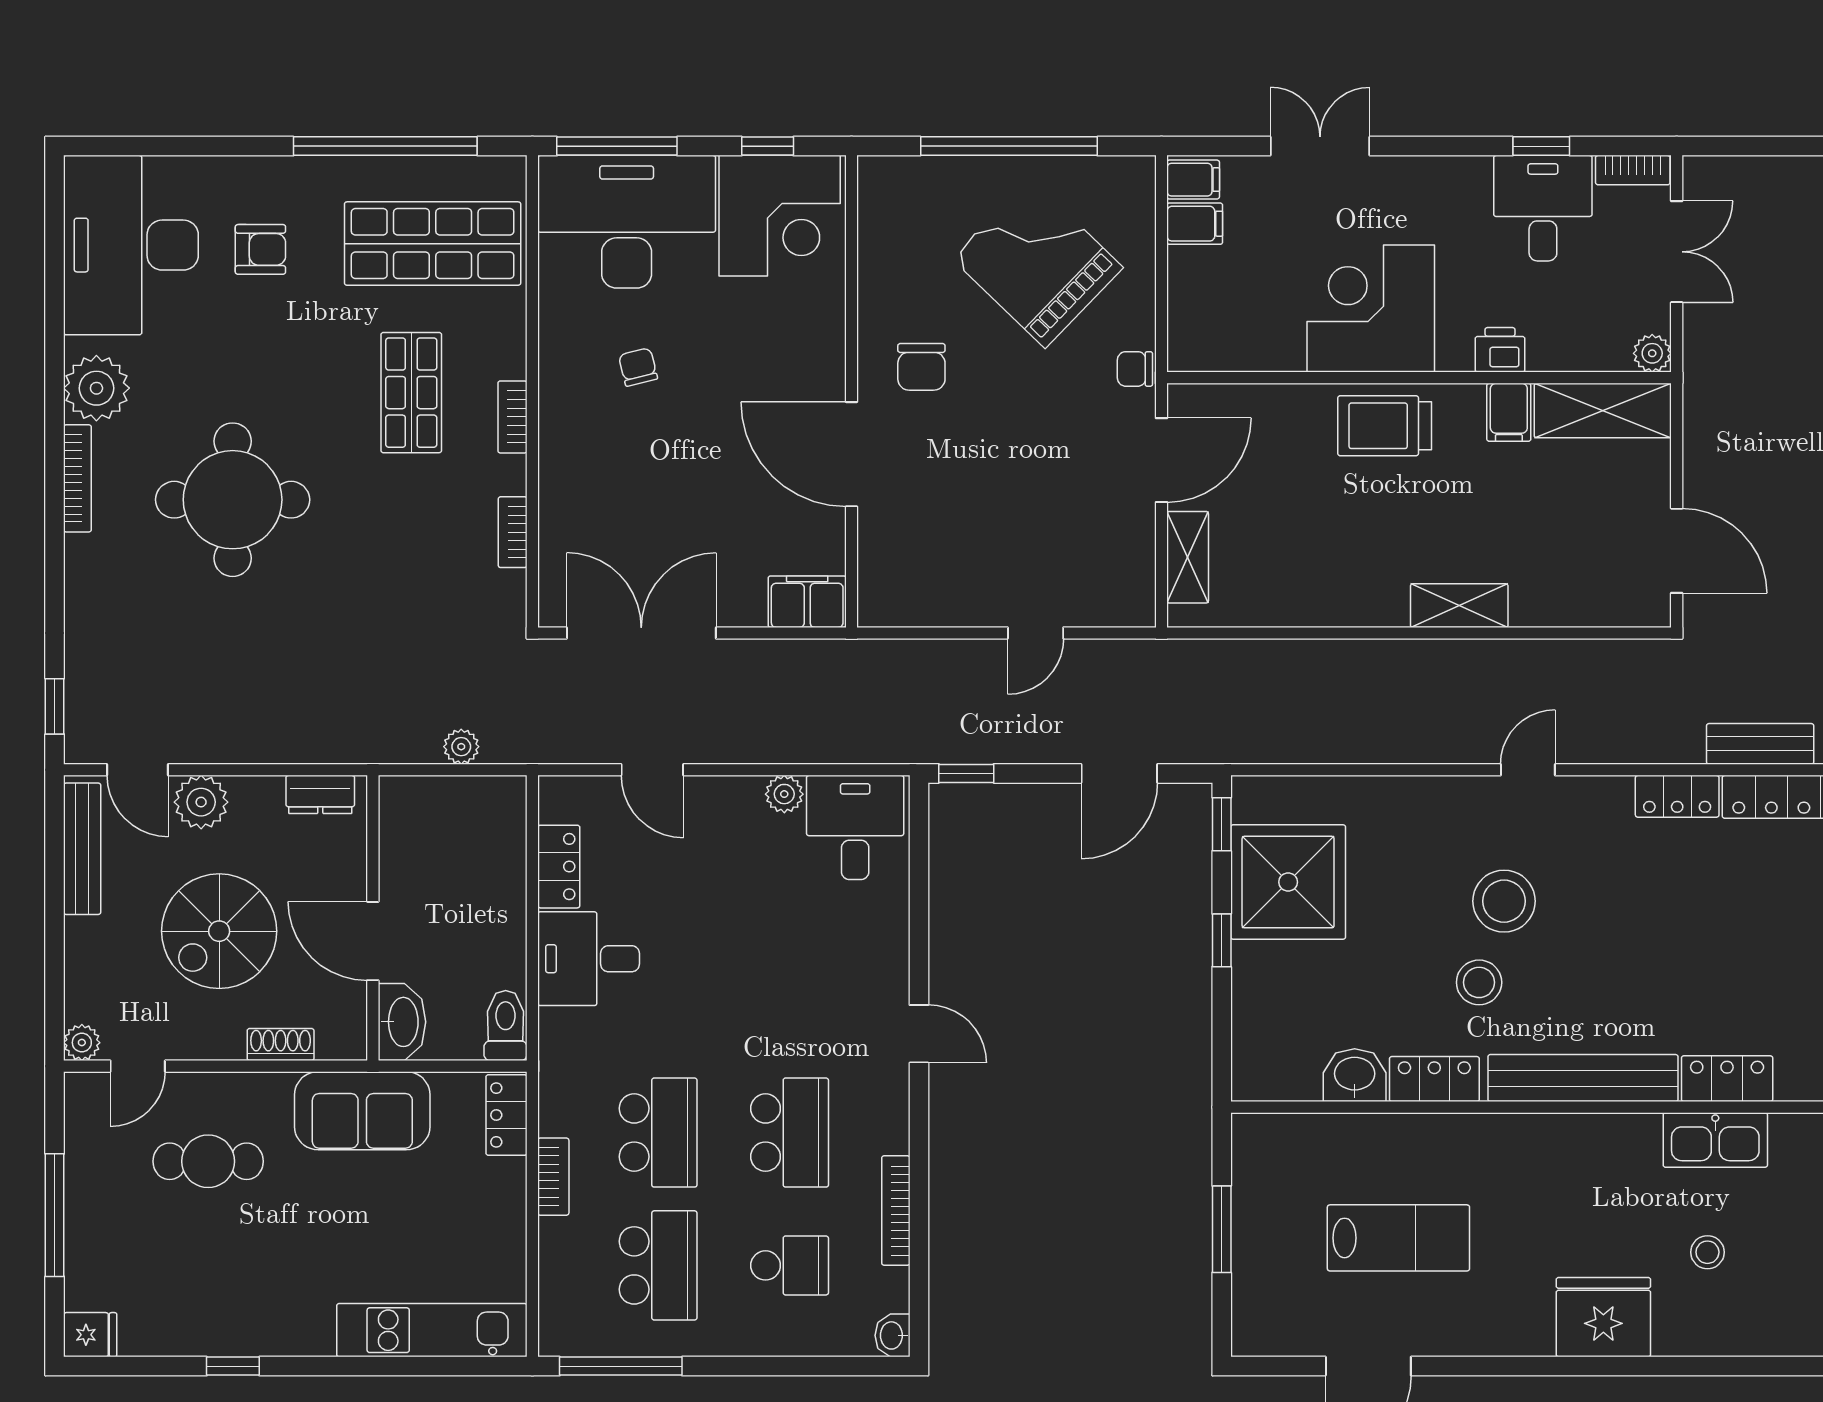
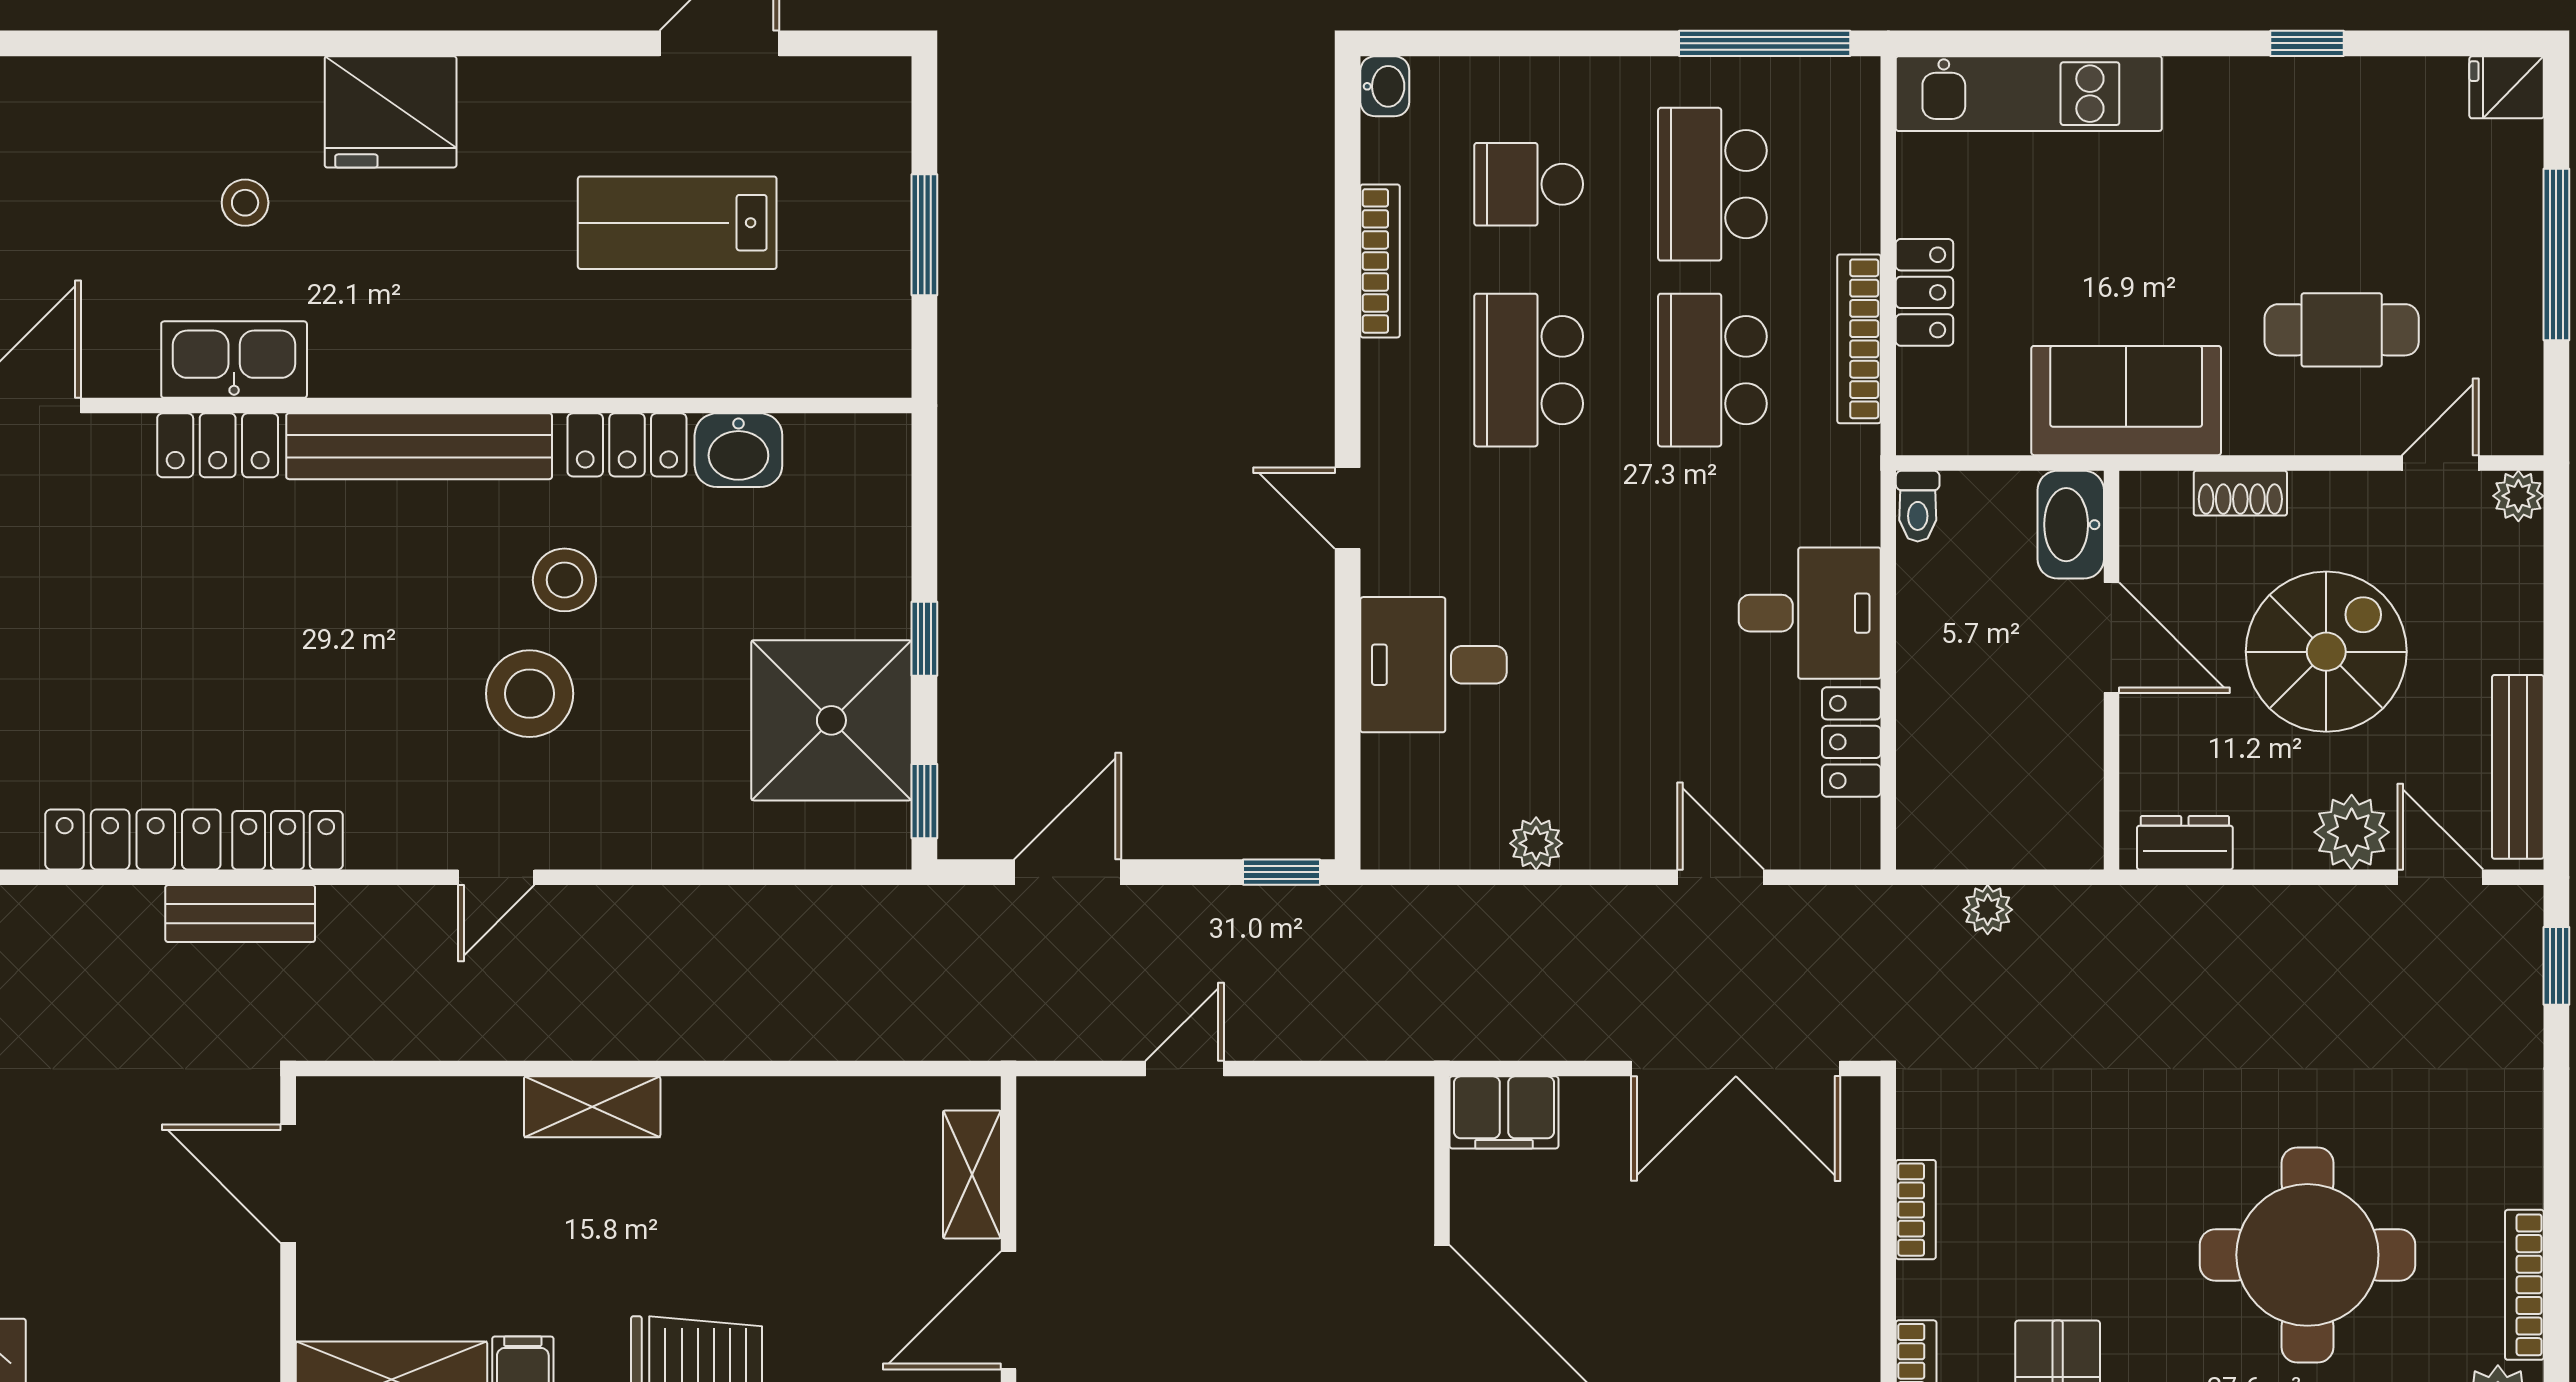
bench: (1760, 744) -> (240, 914), moved
desk: (855, 827) -> (1433, 665), moved, turned 90
toilet: (506, 1025) -> (1918, 506), width x0.73, depth x0.72
locker: (506, 1115) -> (1924, 292), moved
bookcase: (553, 1177) -> (1859, 339), width x1.56

